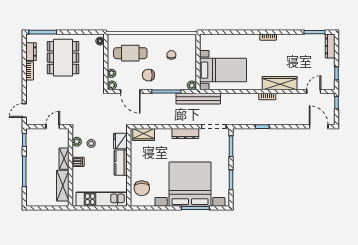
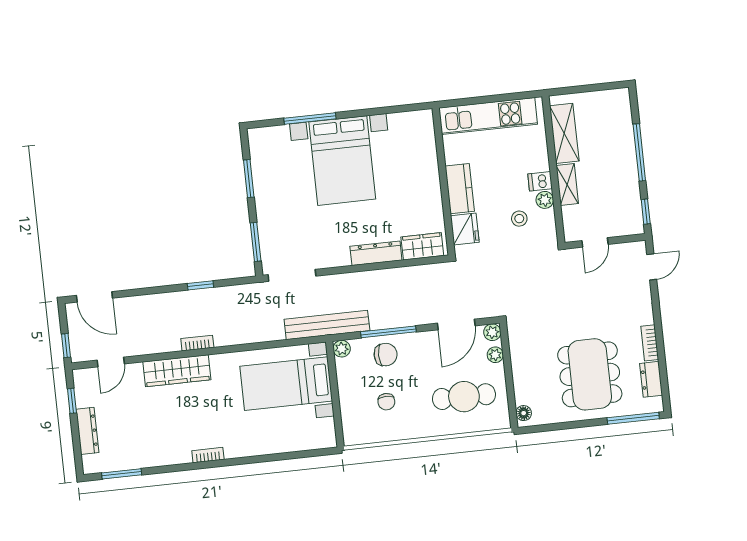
dresser: (330, 46) -> (87, 431), moved
chair: (148, 75) -> (386, 355), moved
door: (130, 91) -> (456, 324), swing flipped
dresser: (185, 133) -> (376, 253), moved
plant: (77, 142) -> (545, 200), moved
bed with nightstands: (190, 184) -> (342, 161), width x0.73
chair: (142, 188) -> (415, 145), removed

